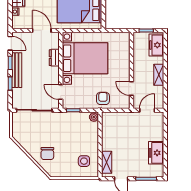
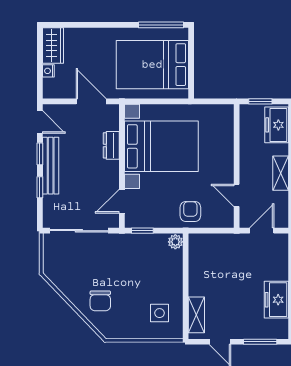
door: (61, 92) -> (122, 201), hinge flipped

